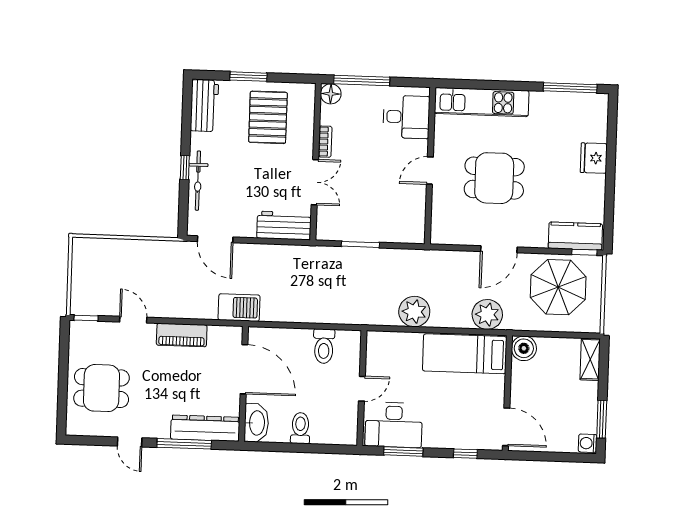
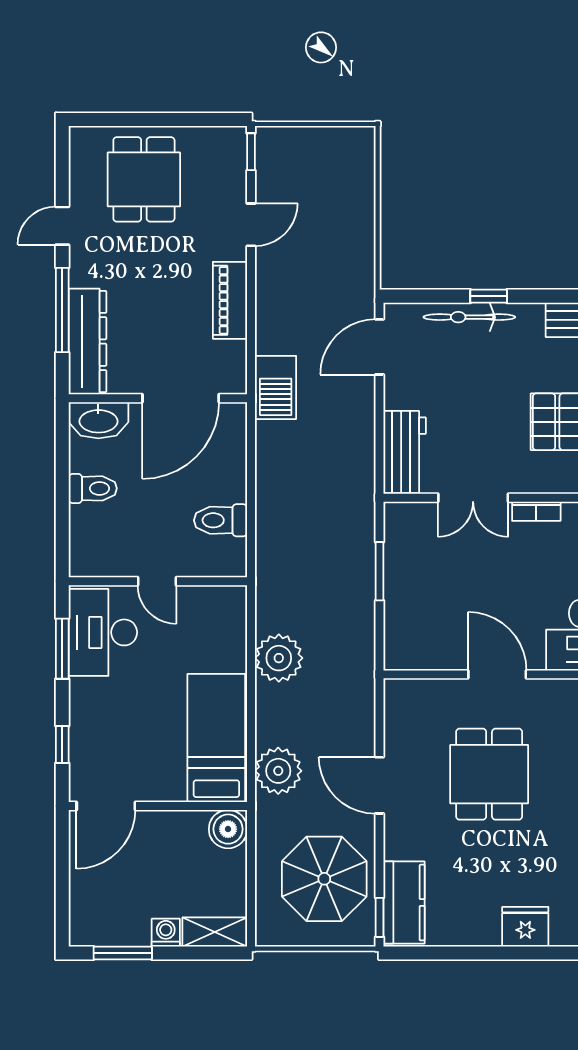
door: (430, 171) -> (497, 674), width x1.37
washing machine: (588, 443) -> (166, 933), moved

